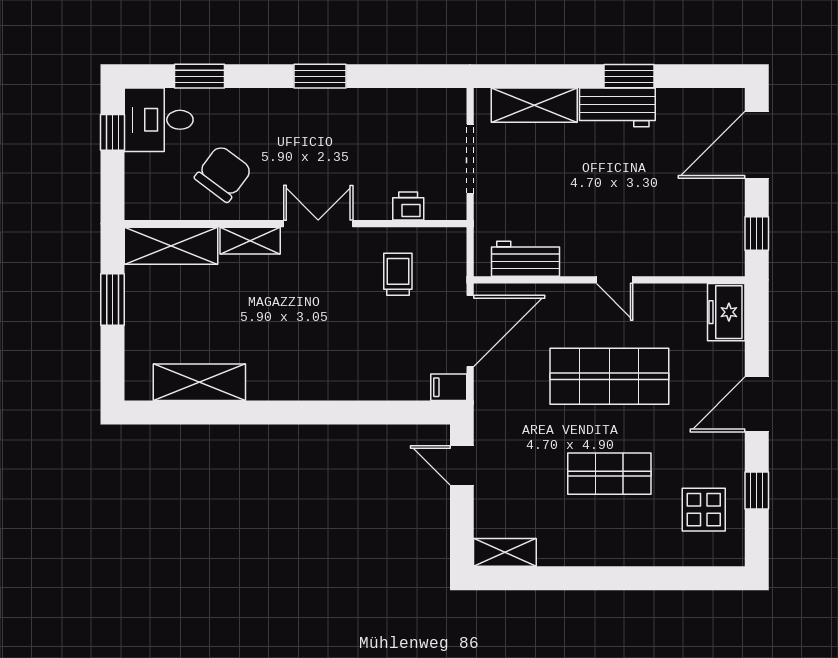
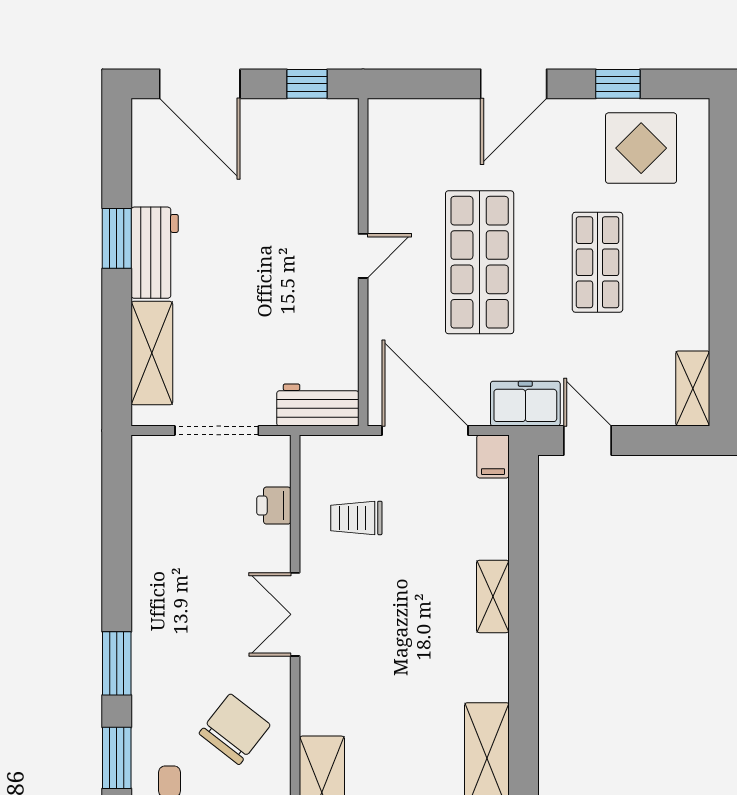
window: (320, 76) -> (117, 663), moved
chair: (223, 174) -> (235, 729), turned 91
shelving: (250, 241) -> (493, 596), moved
workbench: (525, 259) -> (318, 405), moved, turned 90
freezer: (726, 312) -> (525, 404), moved, turned 180
door: (757, 404) -> (514, 84), hinge flipped
door: (462, 465) -> (587, 441), swing flipped
display table: (704, 510) -> (641, 148), width x1.36, depth x1.36

